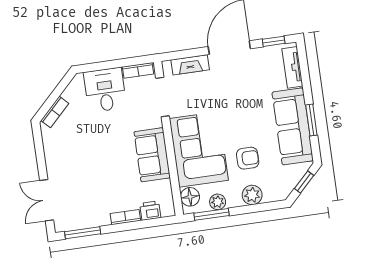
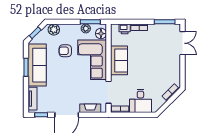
plant: (252, 195) -> (54, 30), moved

